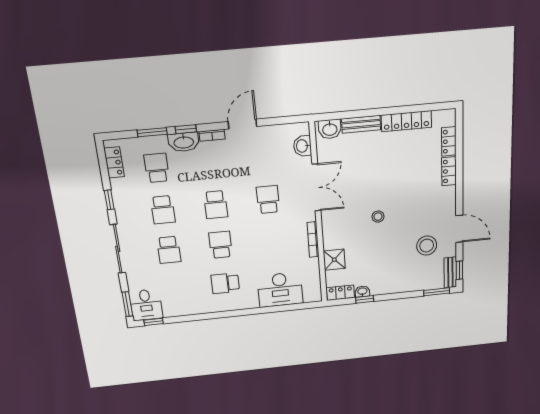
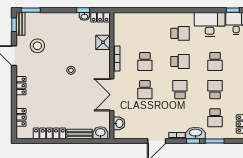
locker: (449, 171) -> (21, 86), moved
school desk: (272, 240) -> (145, 61), added
school desk: (221, 245) -> (180, 61), turned -90
school desk: (169, 250) -> (215, 61), turned 180
desk: (280, 290) -> (210, 24), moved

